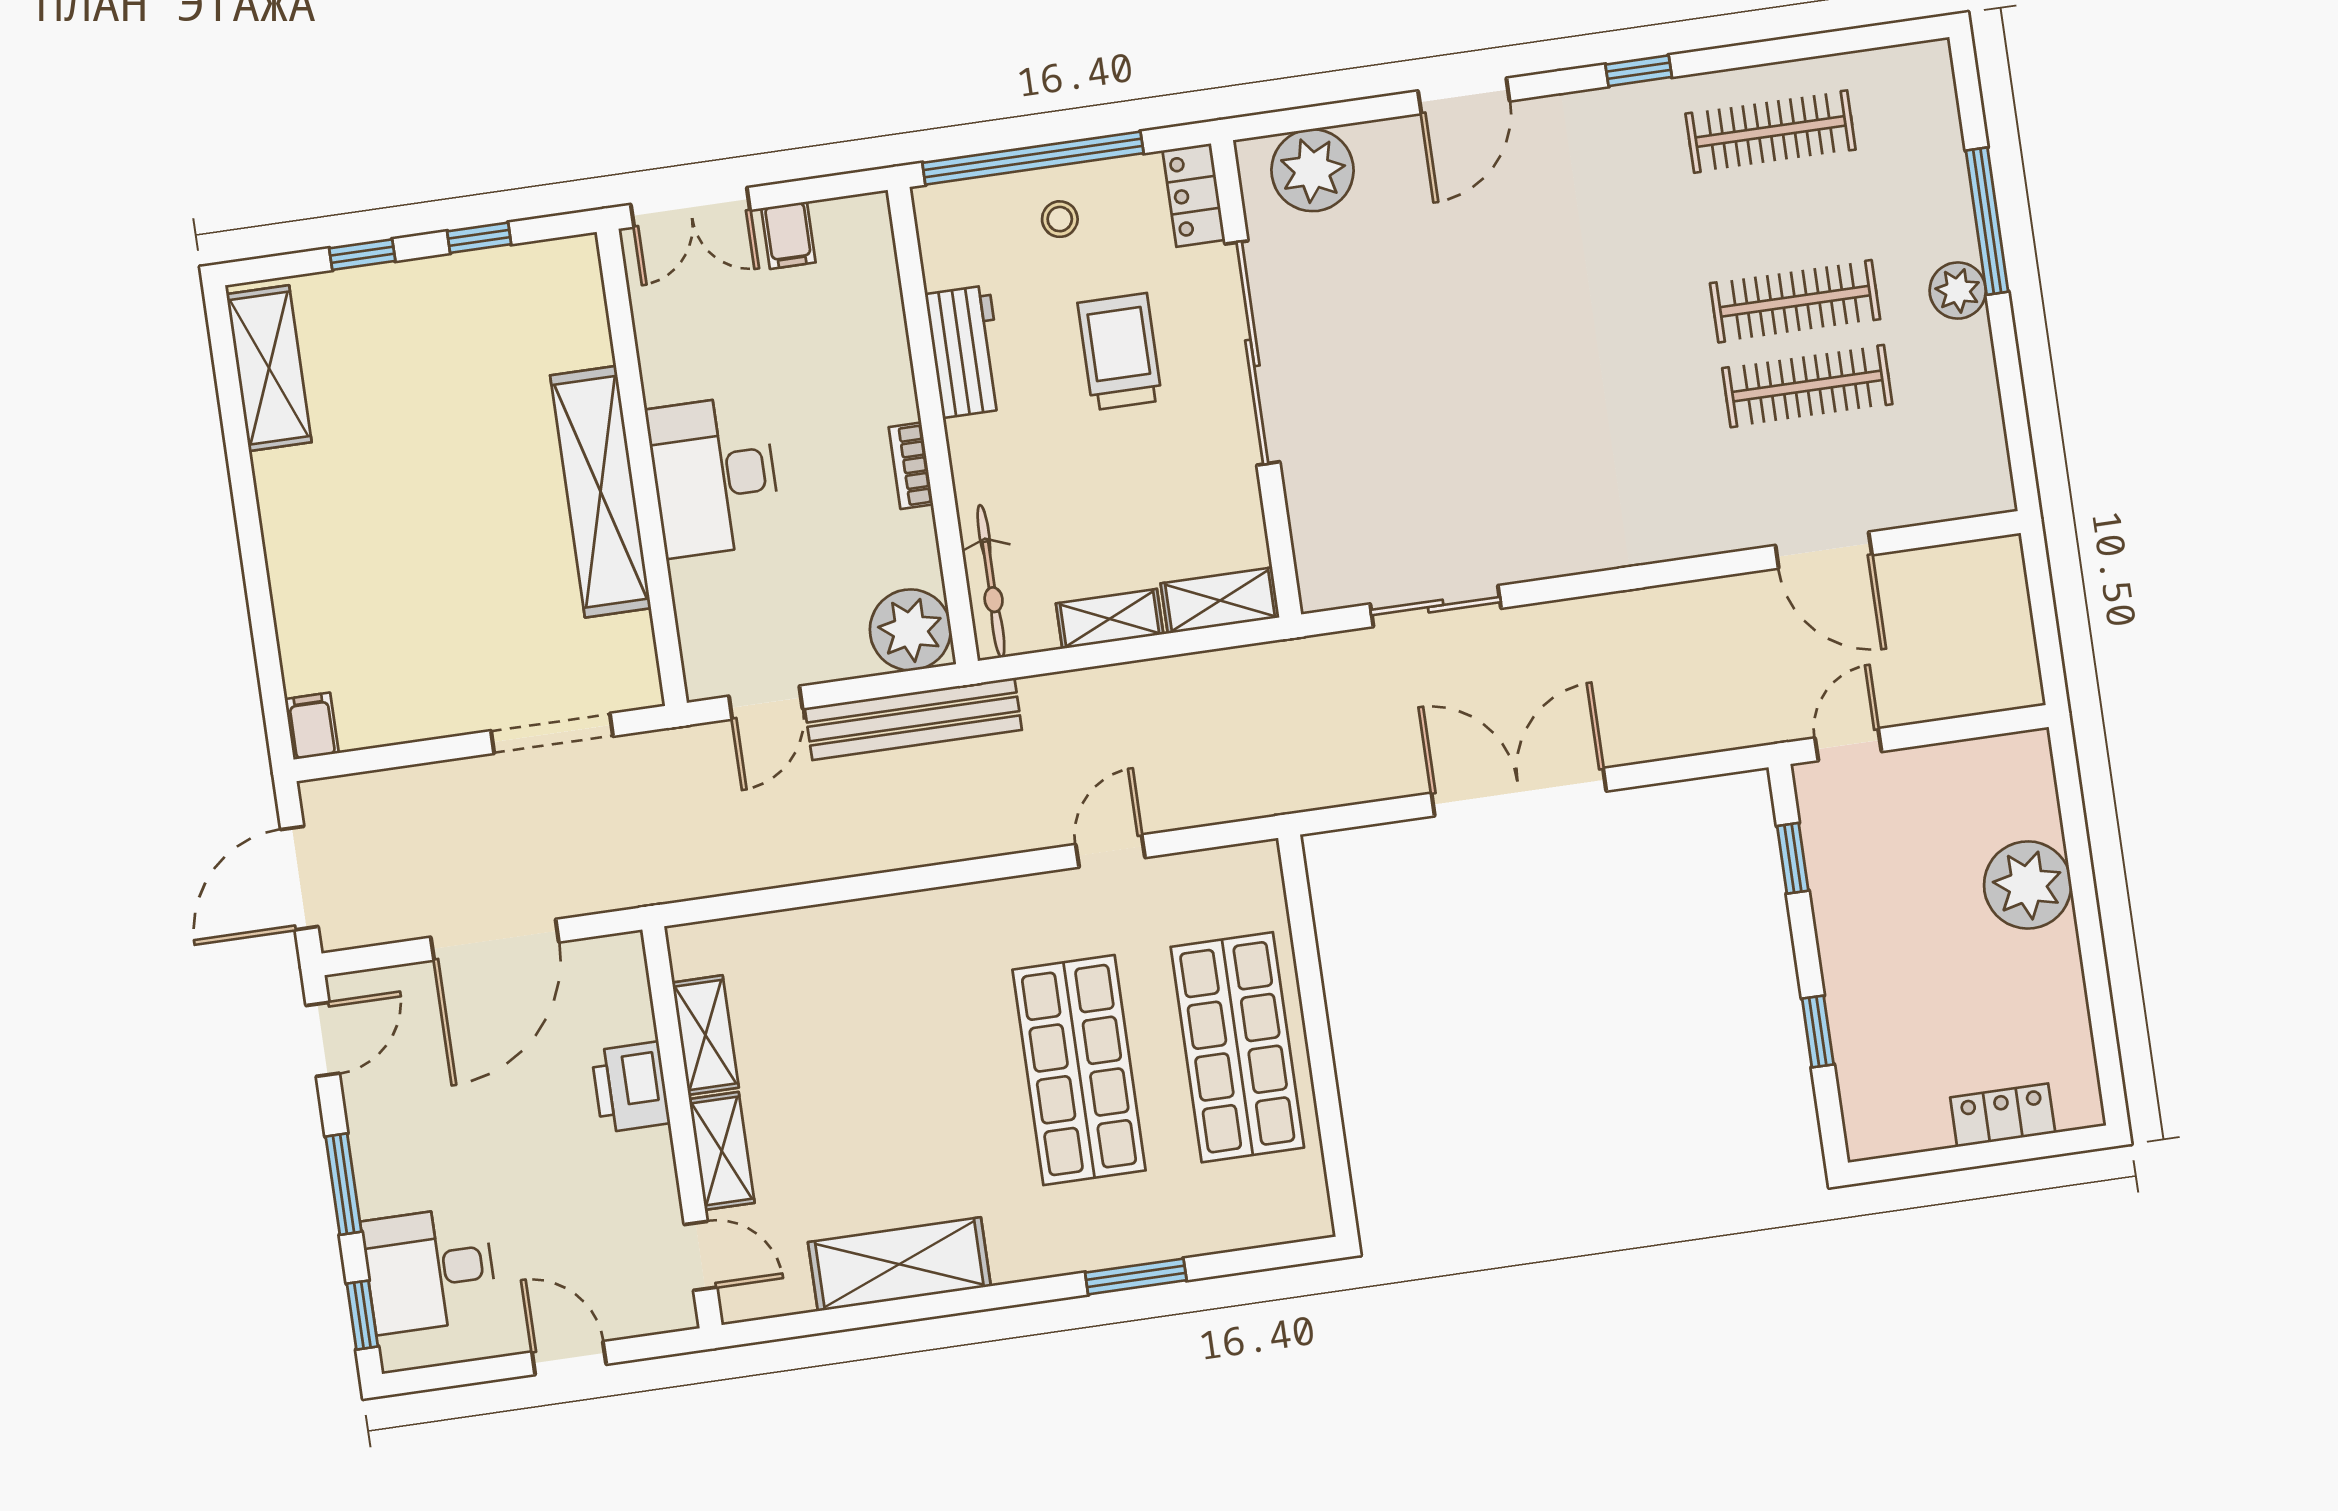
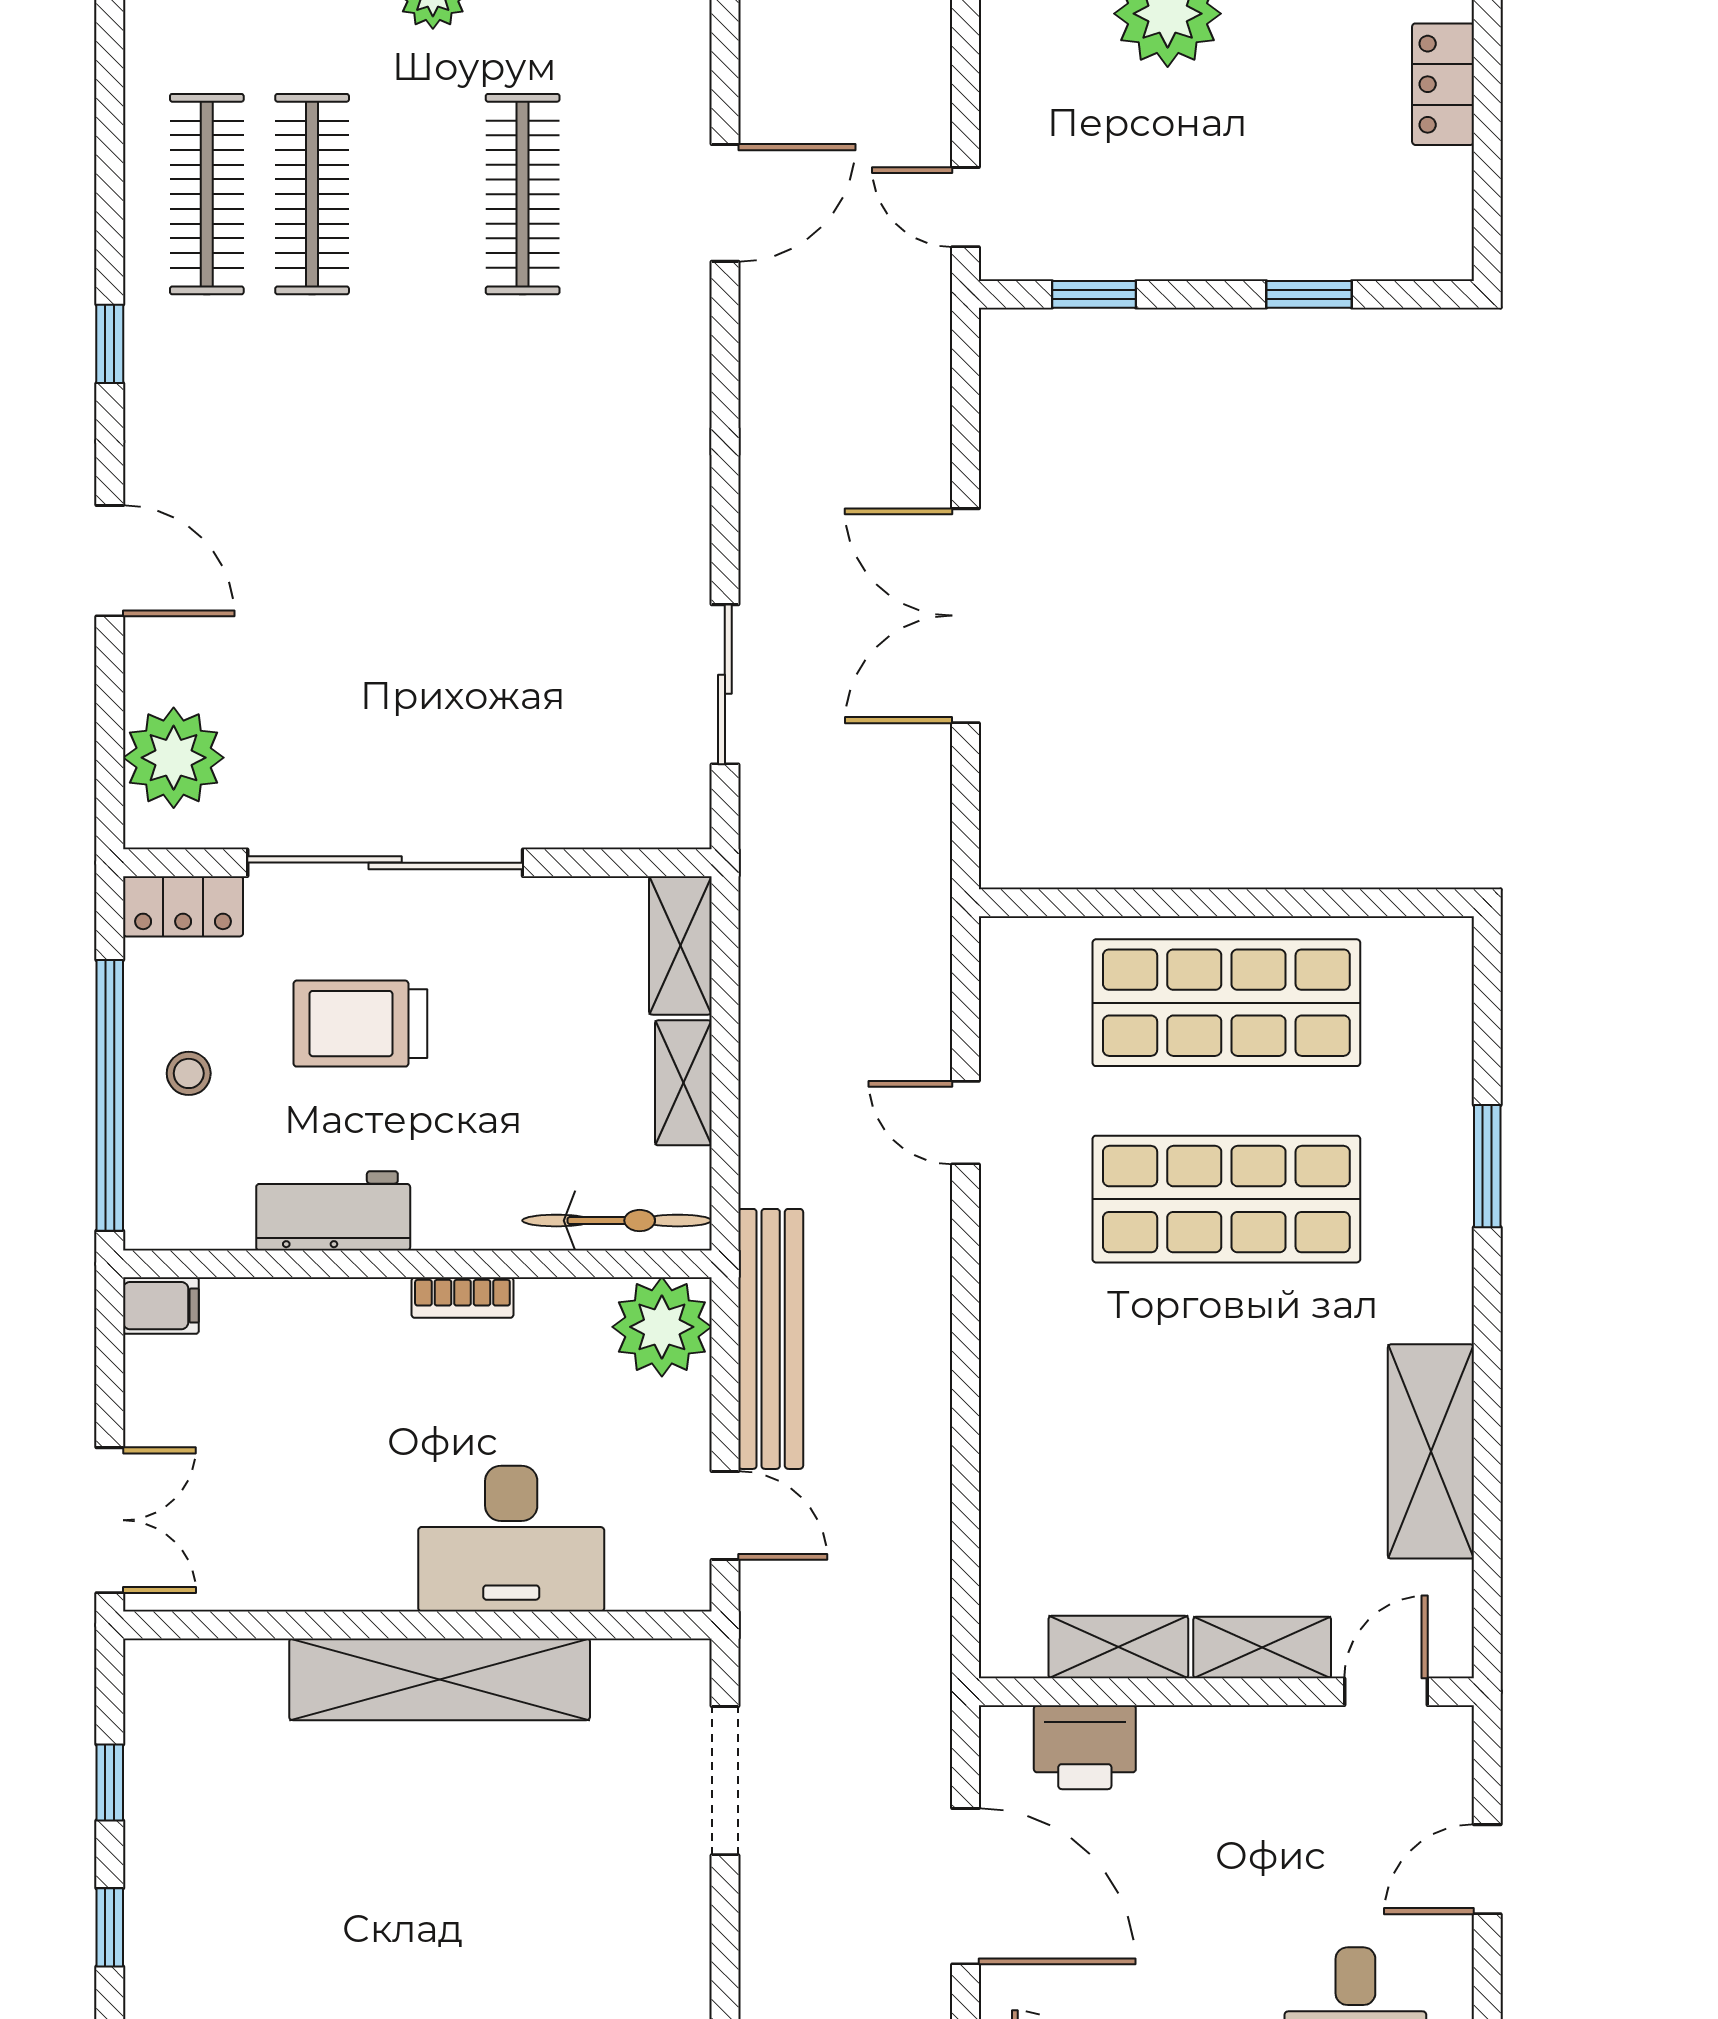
filing cabinet: (788, 235) -> (161, 1306), moved
clothes rail: (1795, 301) -> (312, 194), moved
desk: (714, 476) -> (511, 1539), moved
printer: (630, 1087) -> (1085, 1747), moved

